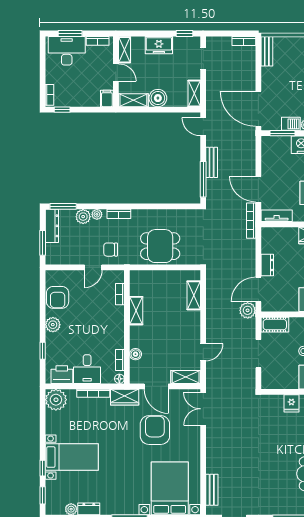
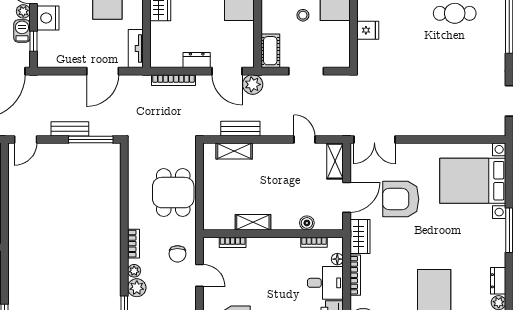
window: (282, 133) -> (34, 41), width x0.67
bookcase: (251, 221) -> (174, 80), moved
floor lamp: (119, 379) -> (337, 259), moved
bench: (212, 490) -> (240, 129), moved

